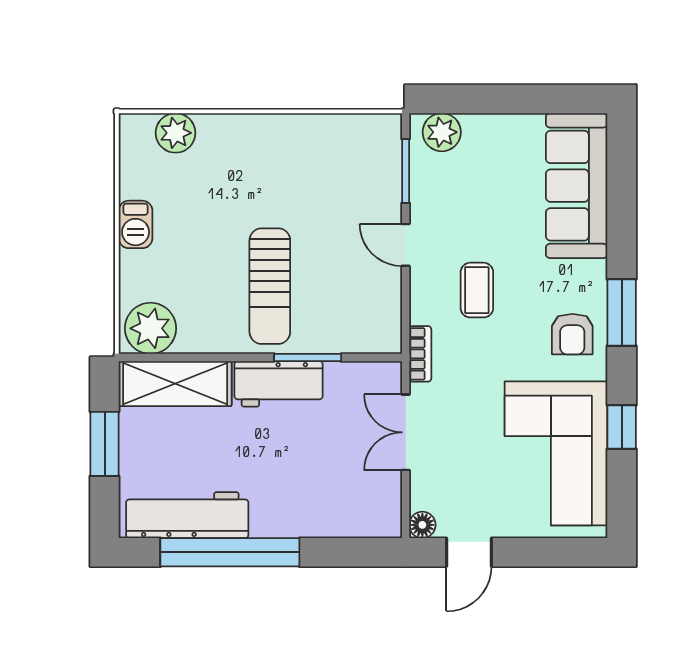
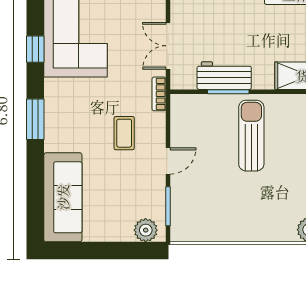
door: (406, 245) -> (168, 161), hinge flipped
armchair: (572, 334) -> (66, 106), removed
workbench: (279, 384) -> (224, 76), moved
double door: (406, 432) -> (168, 46), swing flipped

